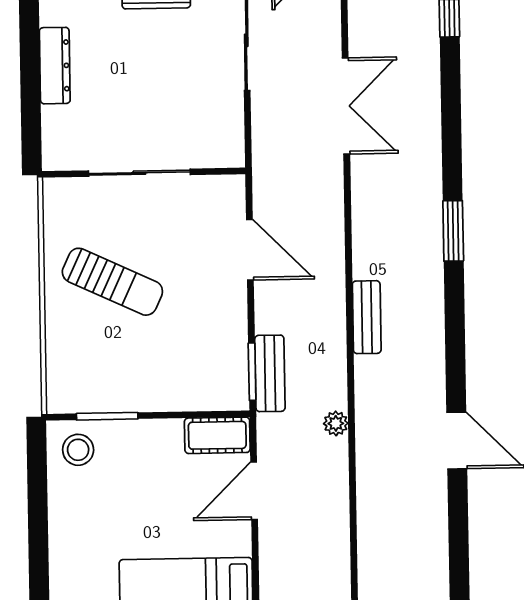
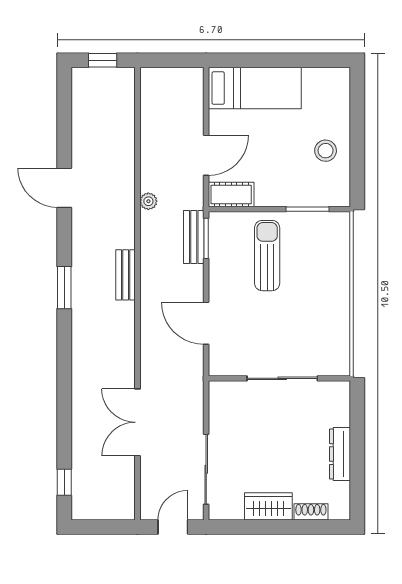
window: (453, 231) -> (64, 288), moved
sun lounger: (112, 282) -> (267, 256), moved, turned 65
stool: (78, 450) -> (326, 151), moved

